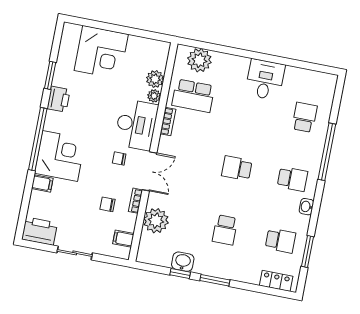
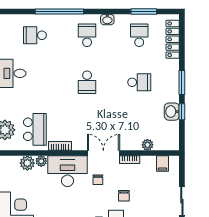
chair: (107, 204) -> (124, 196), moved
plant: (156, 221) -> (147, 145), width x0.53, depth x0.53
locker: (276, 281) -> (173, 39), width x1.53

